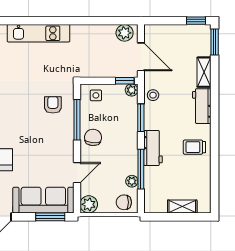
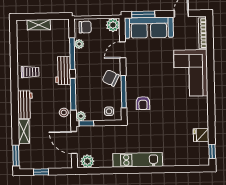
window: (196, 21) -> (41, 172), moved
kitchen unit: (38, 33) -> (138, 160), moved
window: (141, 118) -> (73, 94), width x1.44
chair: (93, 137) -> (111, 78), turned 111

